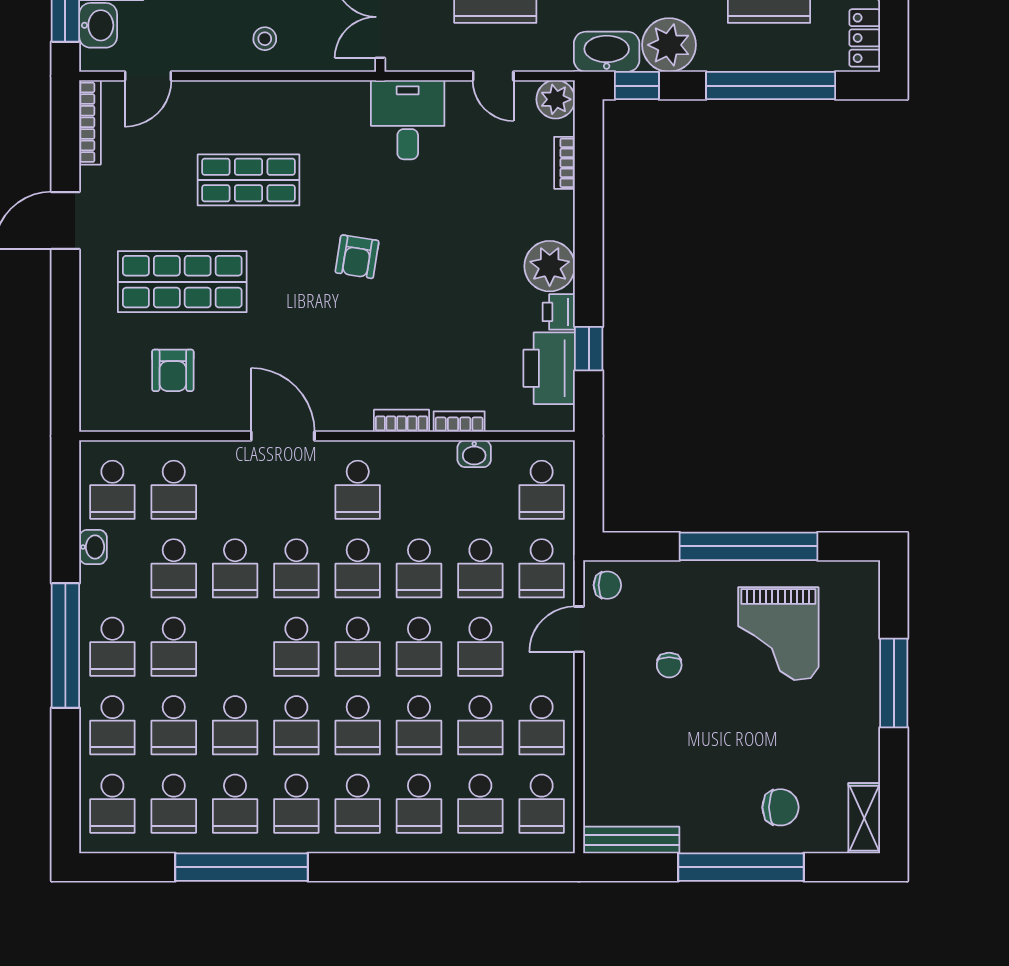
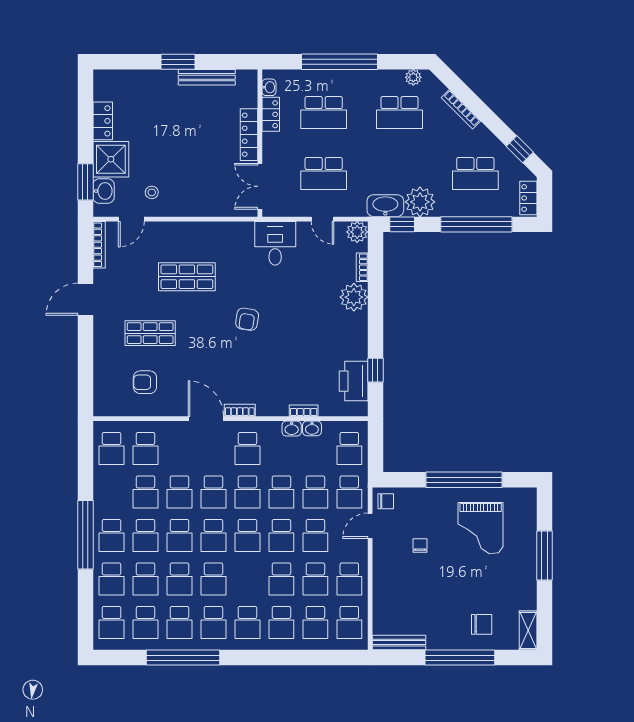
stool: (265, 39) -> (152, 192), moved
plant: (550, 266) -> (354, 297), moved
shop shelf: (182, 282) -> (150, 333), width x0.70, depth x0.74
printer: (559, 312) -> (359, 350), removed
armchair: (173, 370) -> (145, 382), turned 90
bookcase: (402, 421) -> (240, 410), moved
washbasin: (93, 547) -> (292, 429), moved, turned 90
chair: (669, 665) -> (420, 546), turned 180
school desk: (358, 725) -> (179, 535), moved

